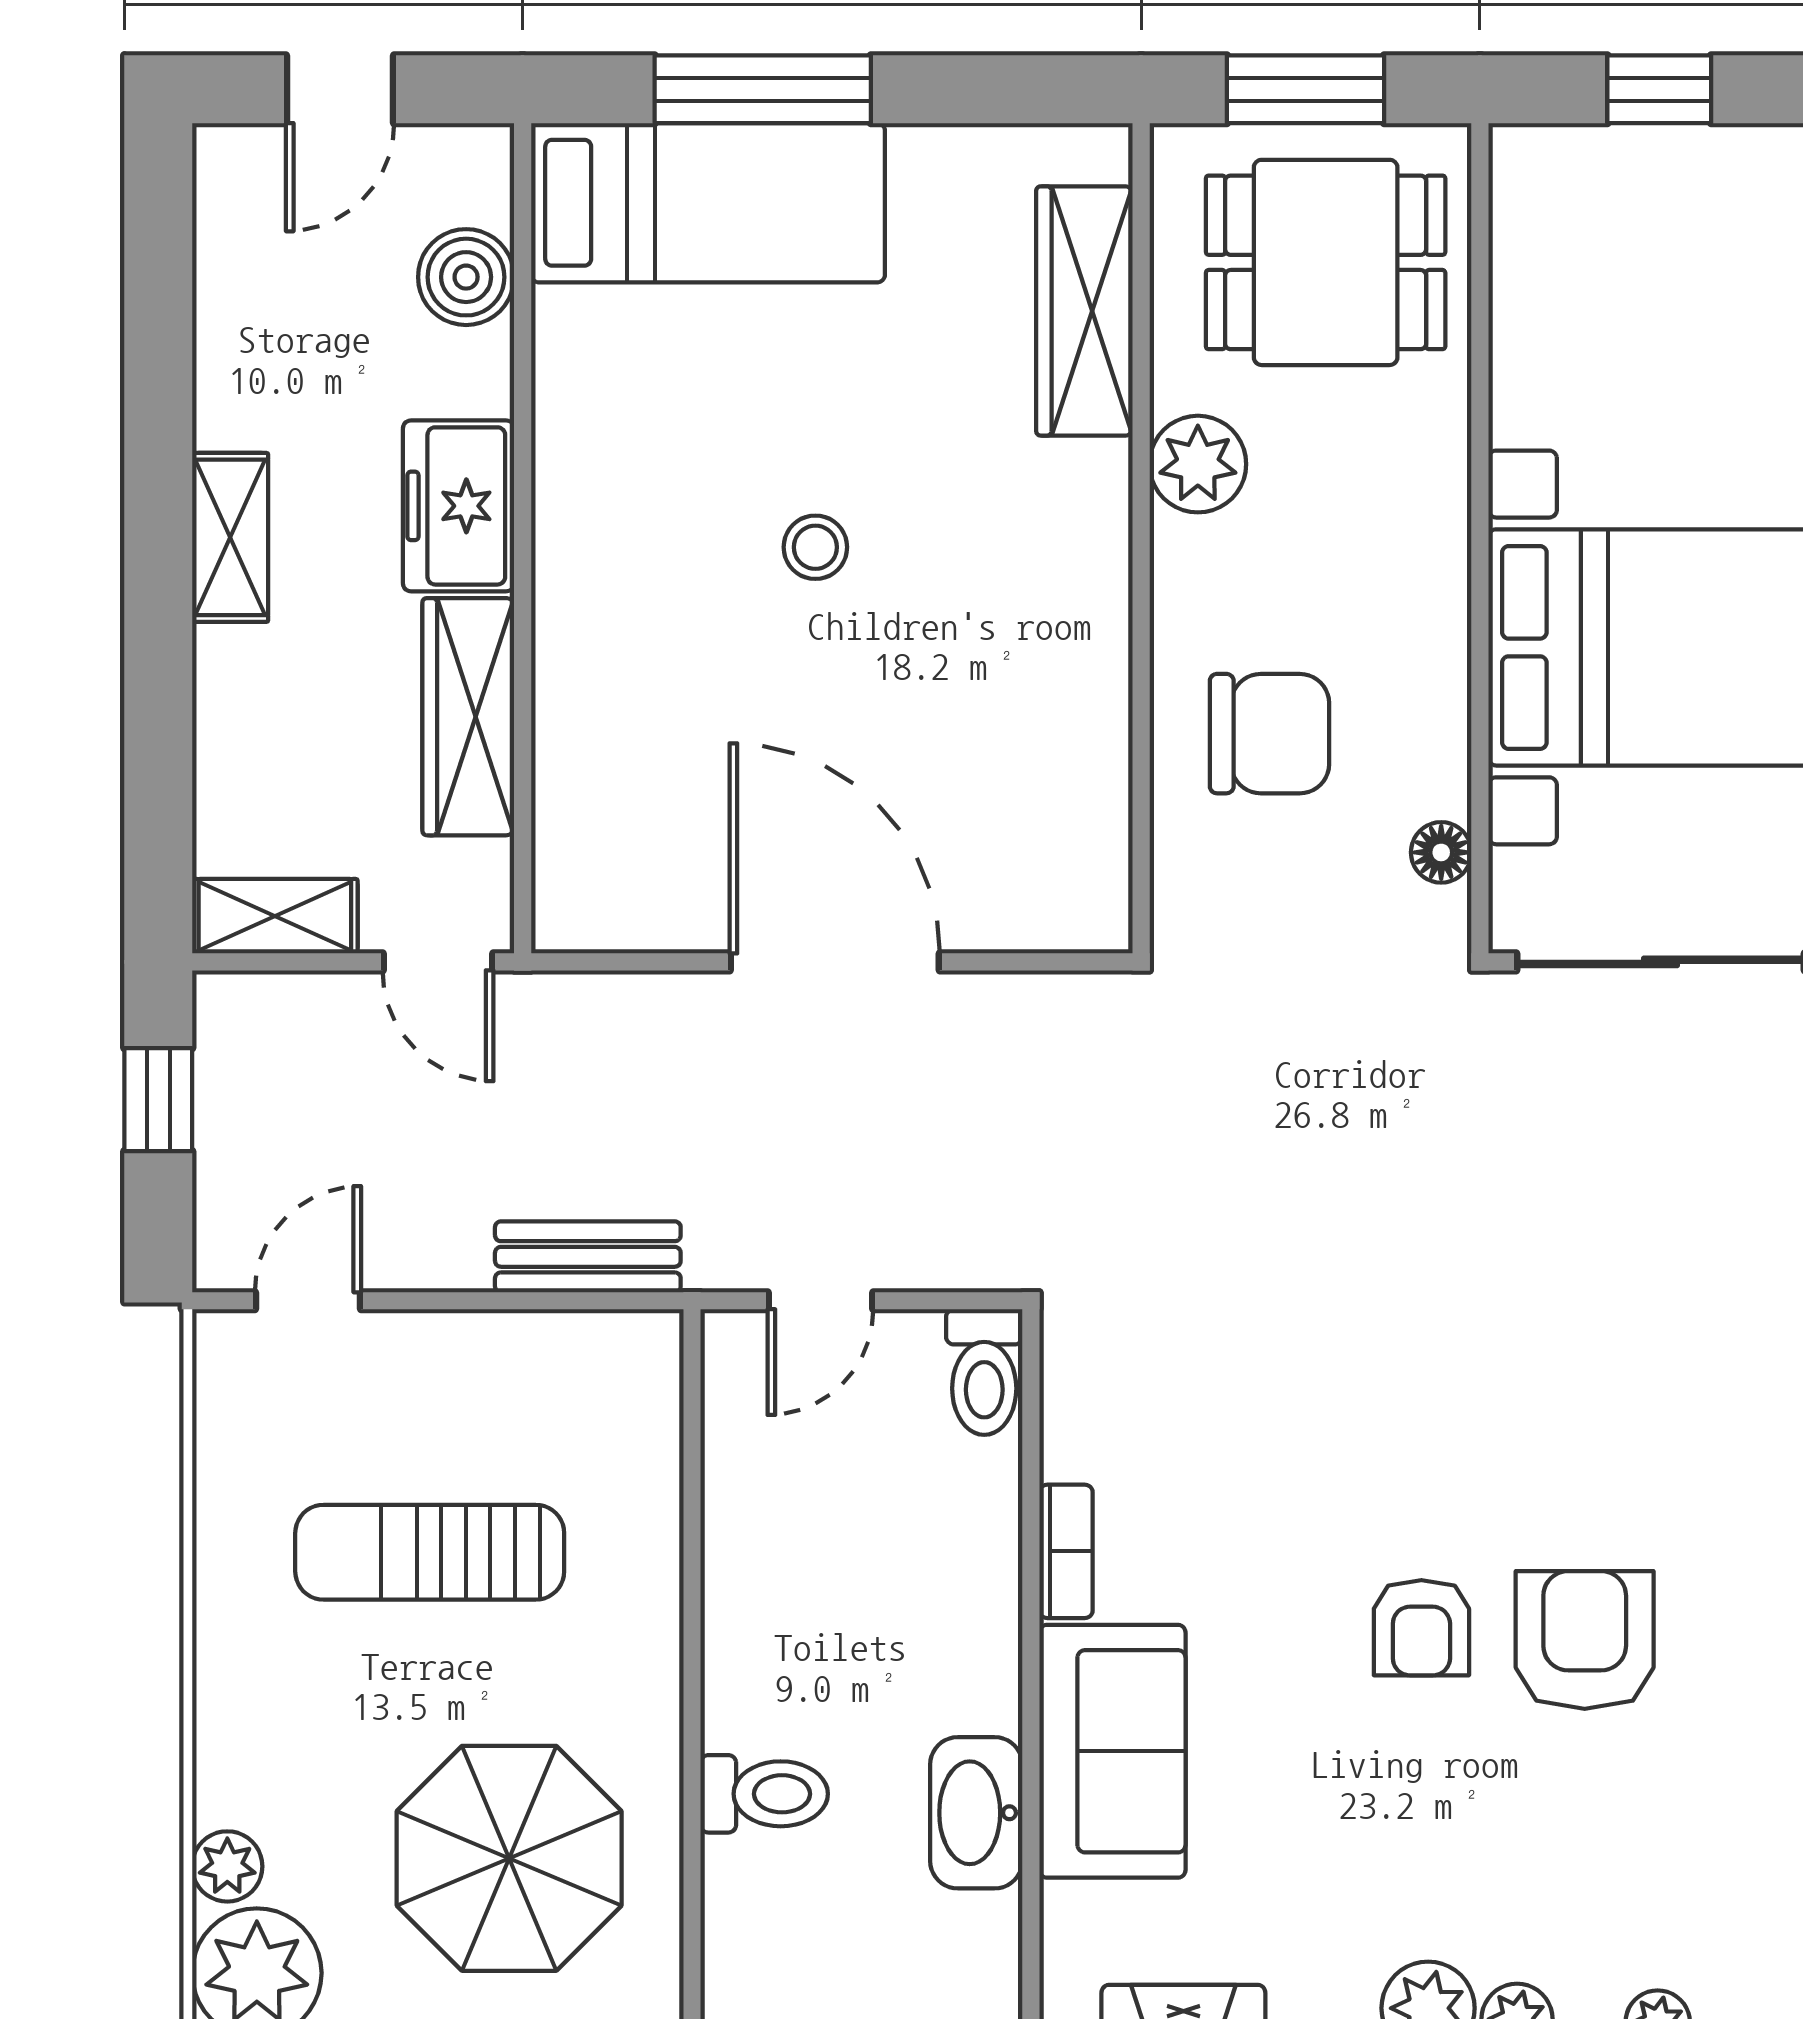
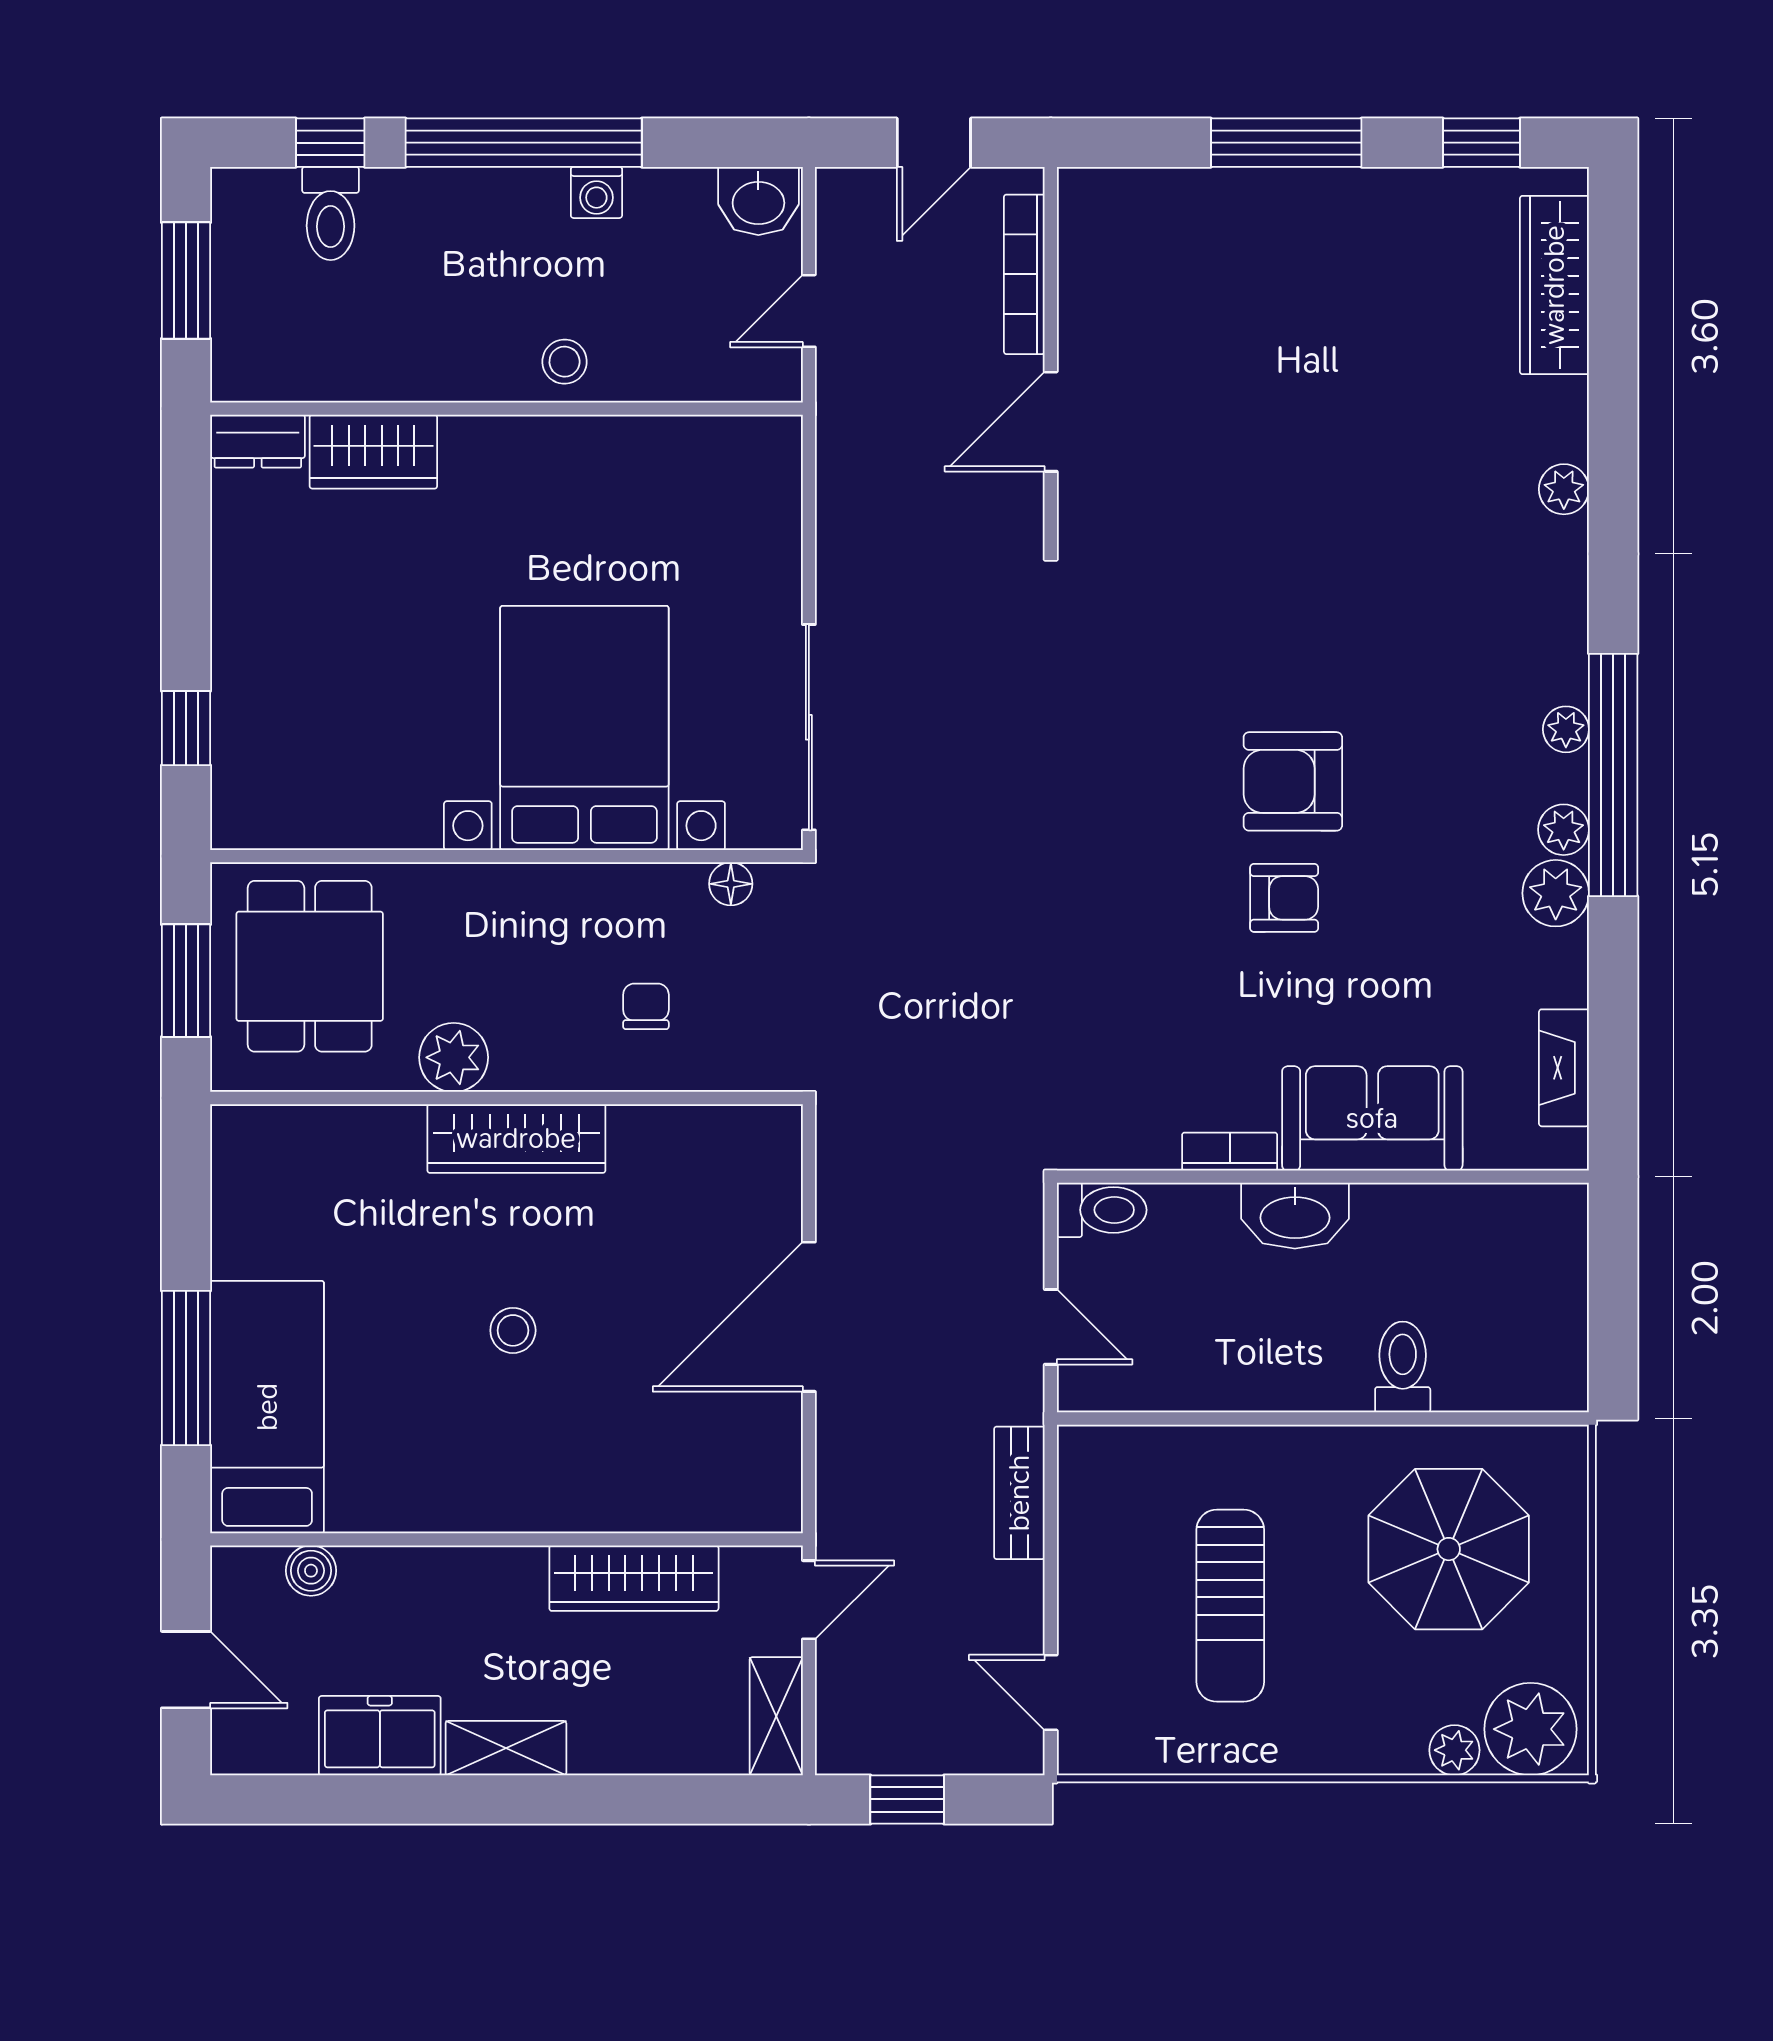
boiler: (466, 277) -> (311, 1571), width x0.73, depth x0.73
wardrobe: (1084, 311) -> (516, 1138), moved
freezer: (459, 506) -> (380, 1736), moved, turned 180
chair: (1269, 734) -> (646, 1006), width x0.54, depth x0.54
washbasin: (976, 1813) -> (1295, 1216), moved

